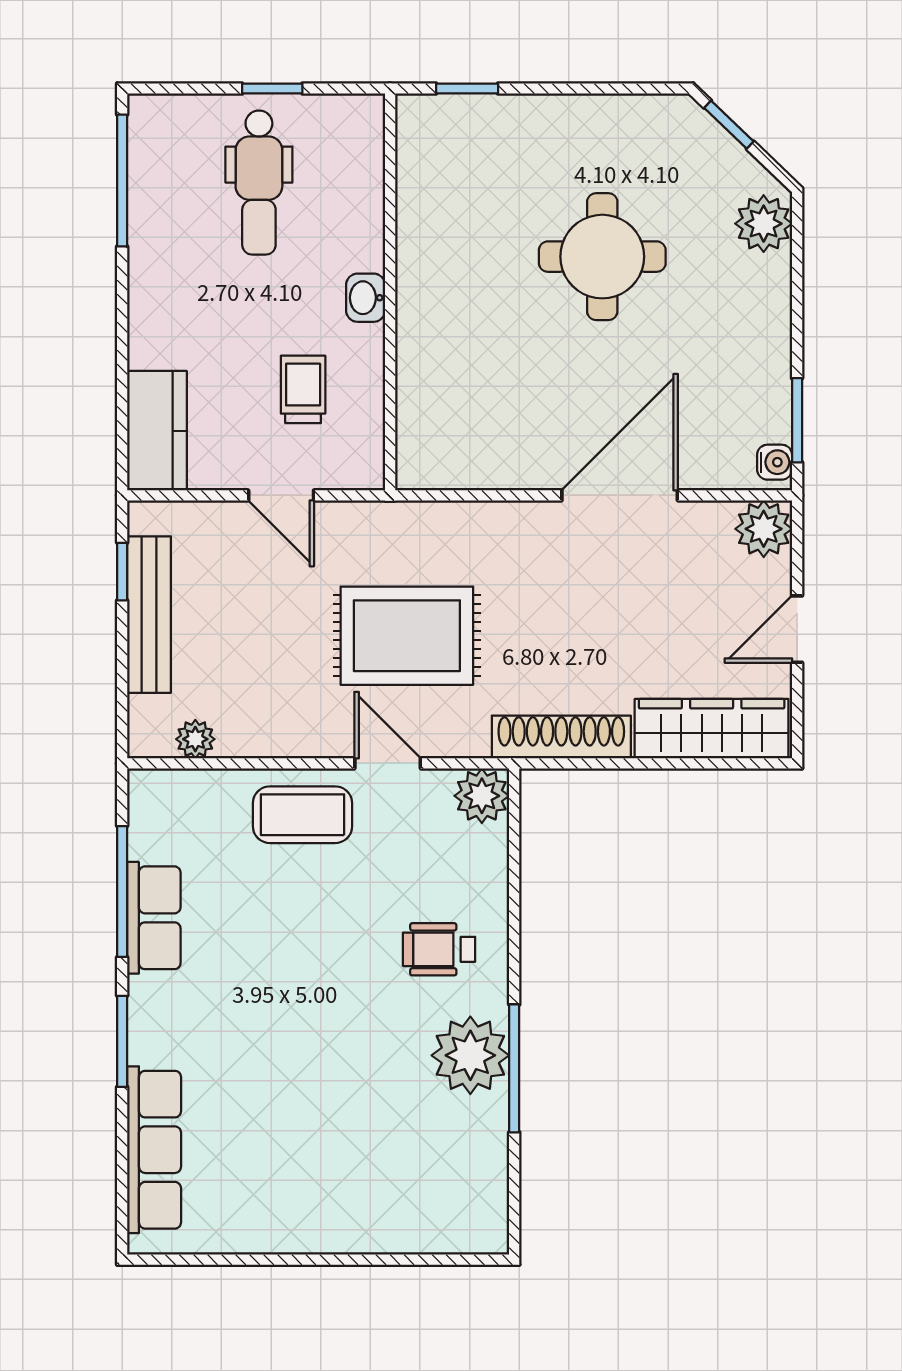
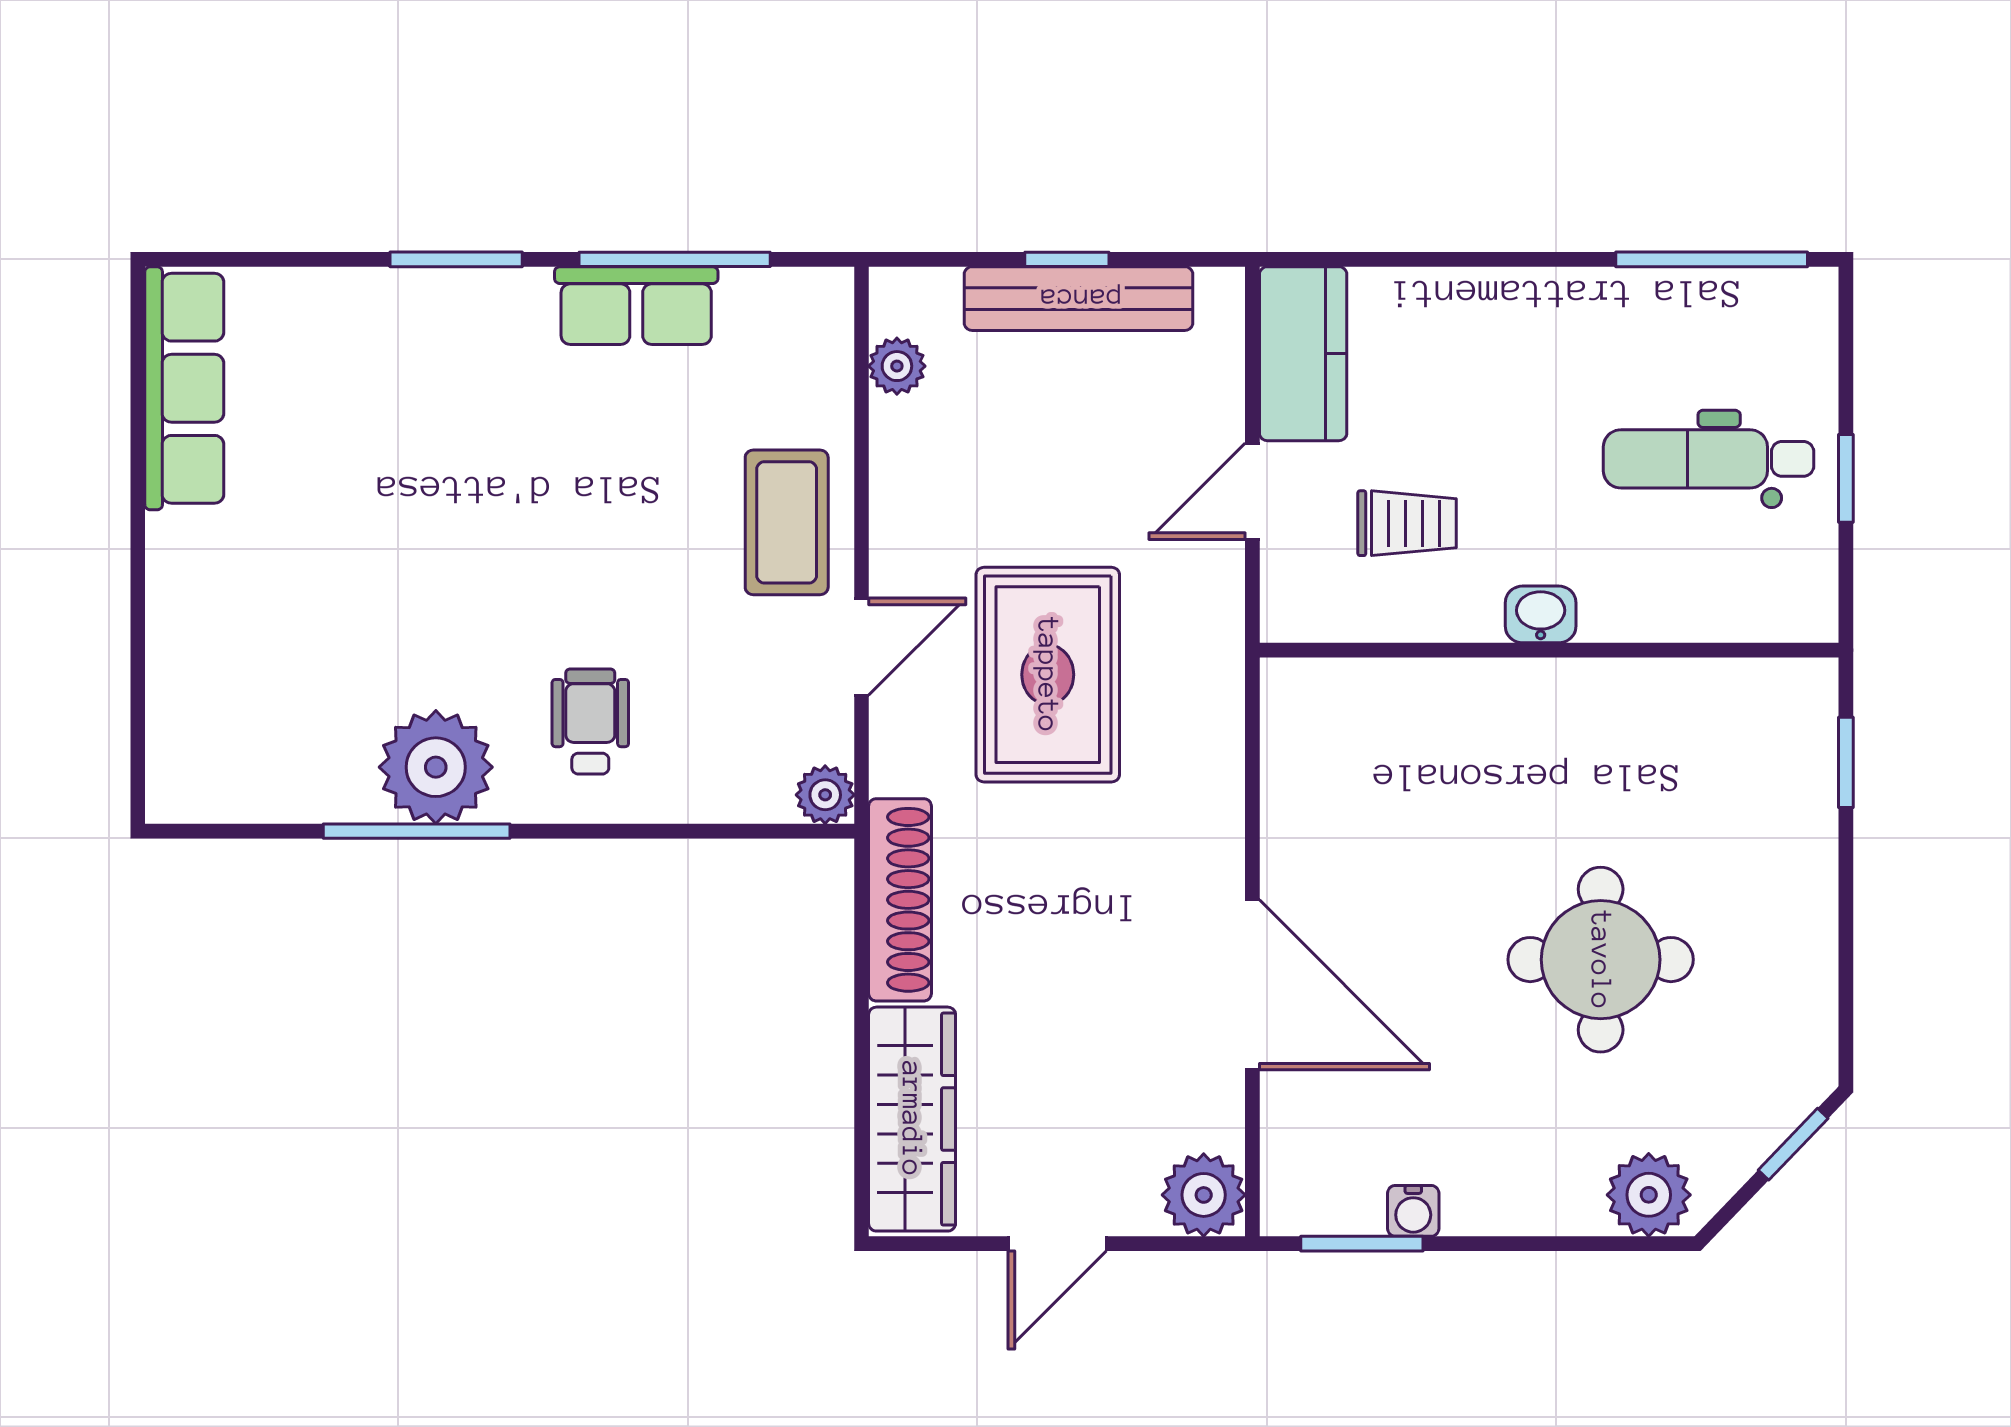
kitchen counter: (157, 431) -> (1303, 354), moved, turned -90
water cooler: (775, 462) -> (1413, 1211), moved
window: (122, 572) -> (1067, 259), moved
door: (797, 629) -> (1057, 1244), swing flipped
plant: (482, 796) -> (825, 795), width x0.73, depth x0.73
row of seats: (154, 1150) -> (184, 388), moved, turned -90

